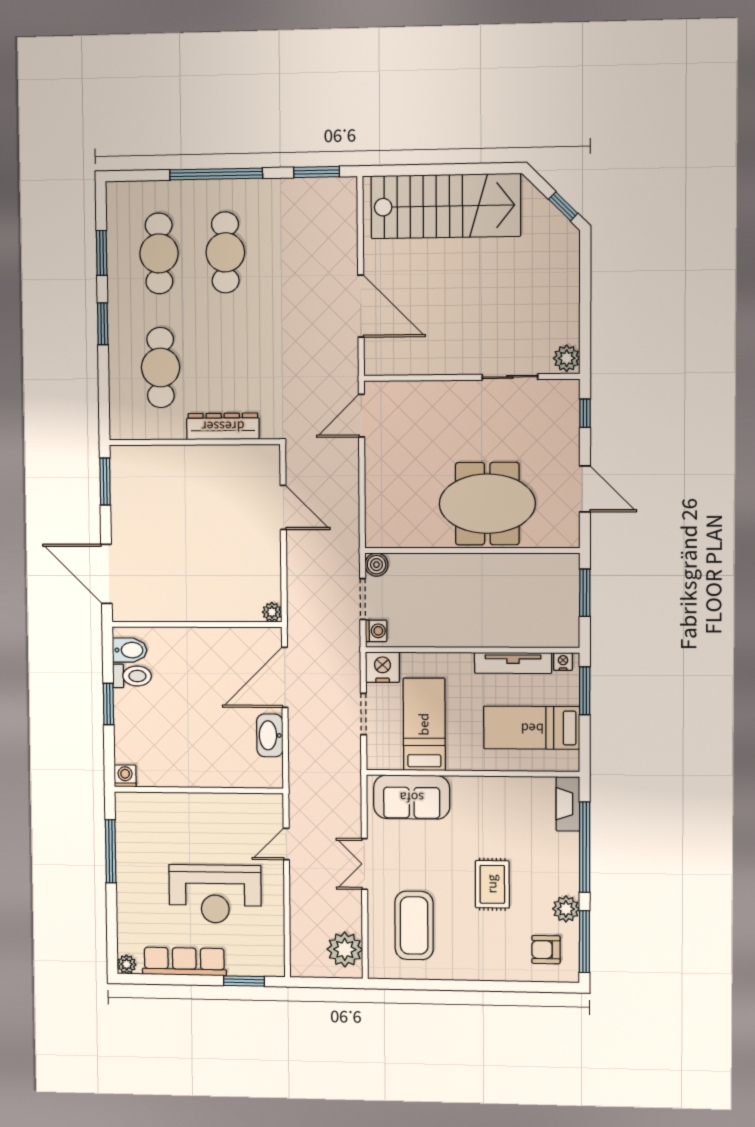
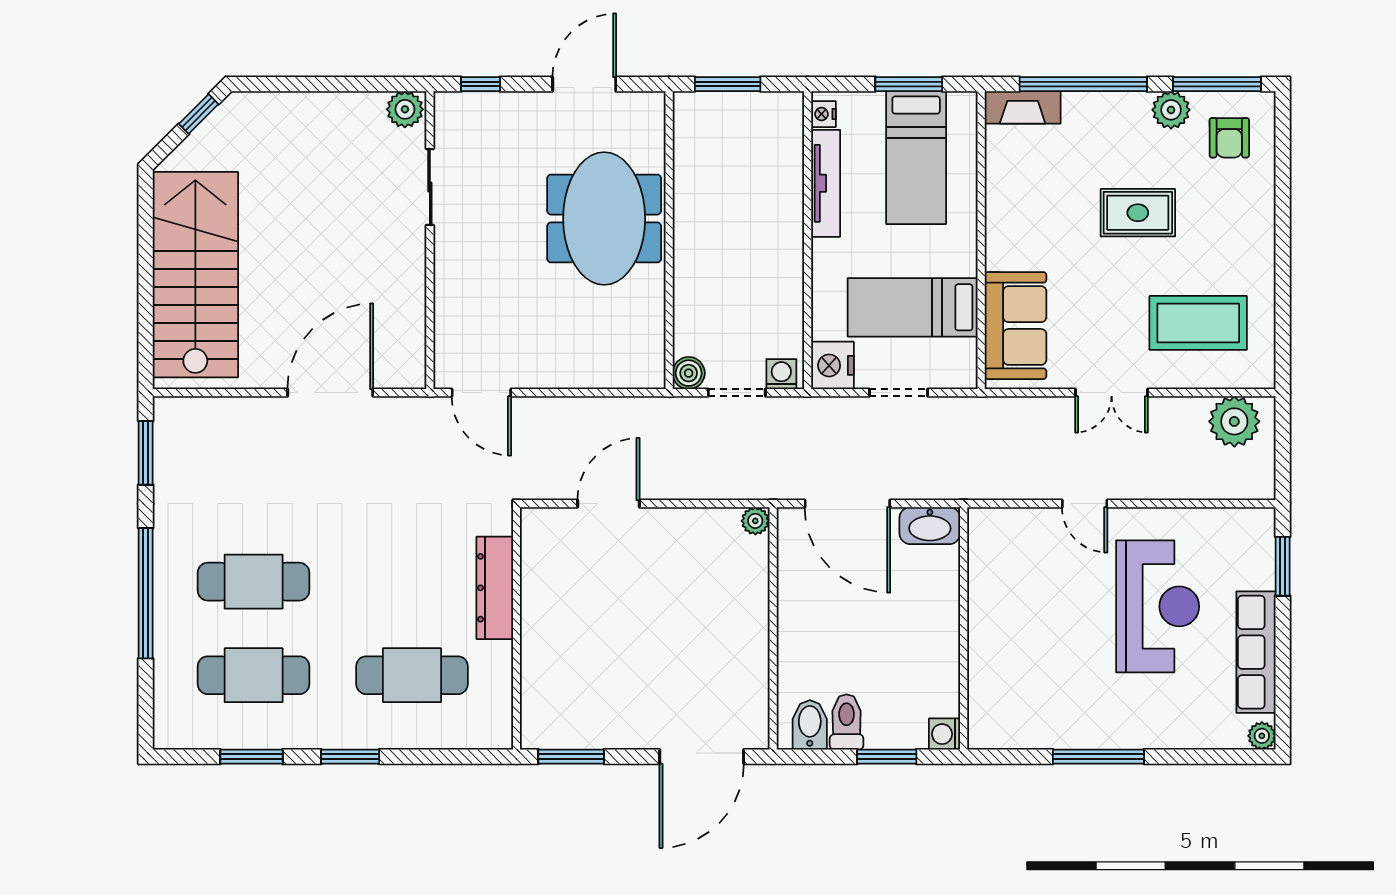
window: (585, 691) -> (909, 84), moved
washing machine: (125, 776) -> (945, 734), moved
wall: (199, 790) -> (964, 628), moved

